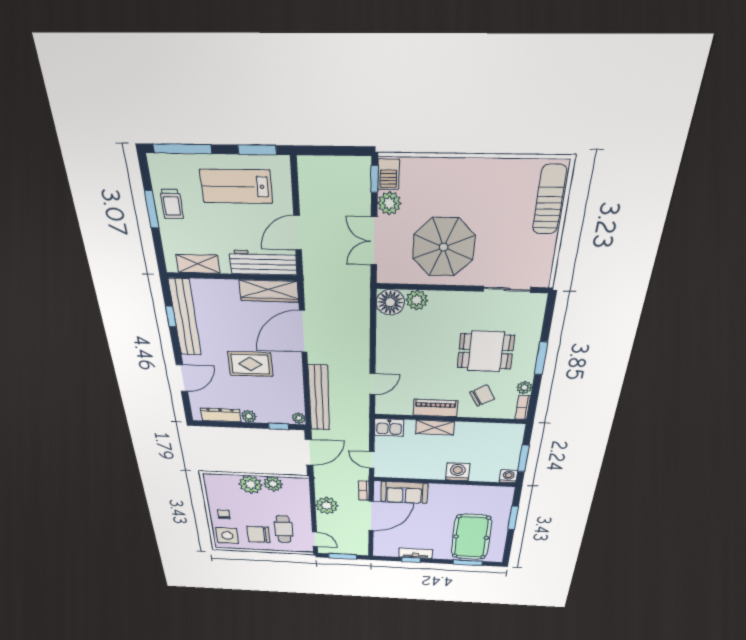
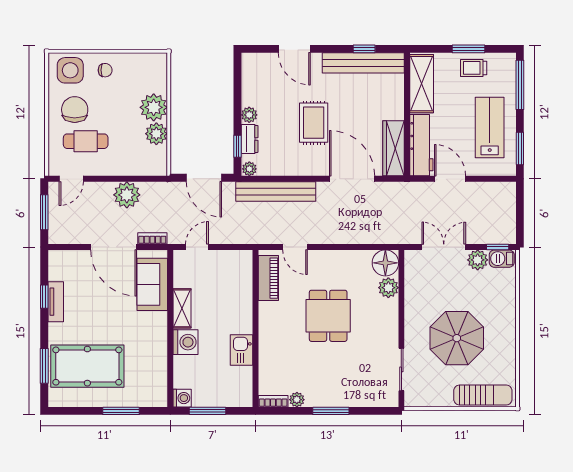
parasol: (444, 247) -> (457, 338), moved
shelving: (198, 264) -> (422, 84), width x1.50, depth x1.33
dining table: (486, 352) -> (328, 316), moved
chair: (482, 396) -> (286, 359), removed
piano: (435, 408) -> (268, 278), moved
dresser: (221, 415) -> (250, 139), moved, width x0.70
kitchen sink: (389, 428) -> (242, 350), moved
shelving: (435, 428) -> (182, 308), moved

